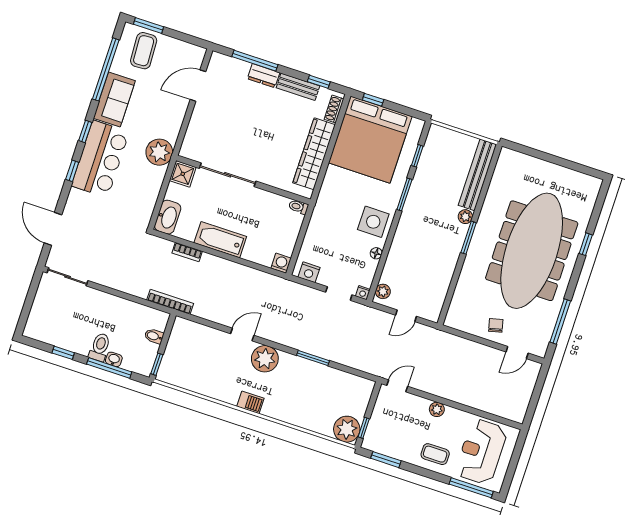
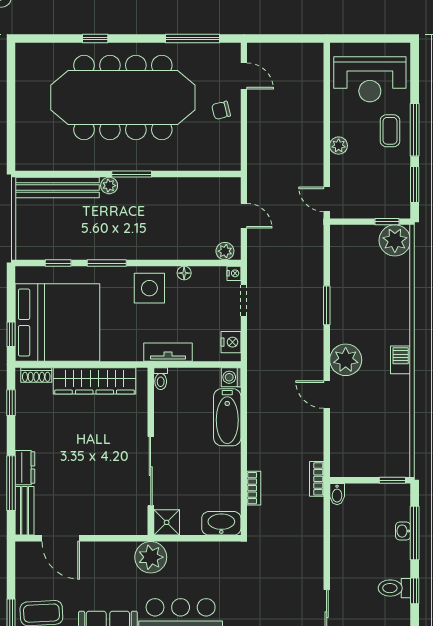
bench: (298, 87) -> (24, 511), moved
tv unit: (318, 220) -> (168, 352), added
bathtub: (220, 240) -> (227, 417), moved
bookcase: (170, 302) -> (317, 479), width x0.64
bidet: (154, 336) -> (337, 494), moved
toilet: (100, 347) -> (394, 588), moved
window: (471, 488) -> (415, 130), moved

